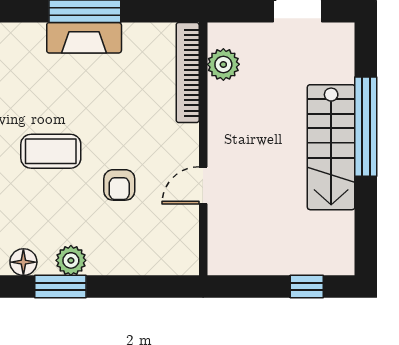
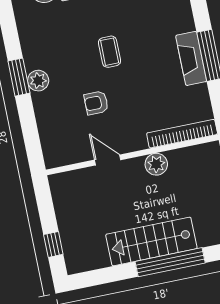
plant: (223, 64) -> (156, 164), moved
coffee table: (51, 151) -> (110, 52), width x0.73, depth x0.77
floor lamp: (23, 262) -> (30, 49), removed

